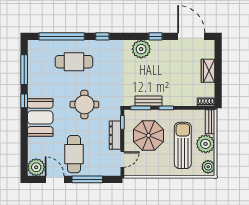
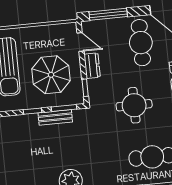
dresser: (115, 135) -> (92, 66), width x0.70
door: (122, 159) -> (80, 42), swing flipped
window: (87, 179) -> (108, 14), moved

